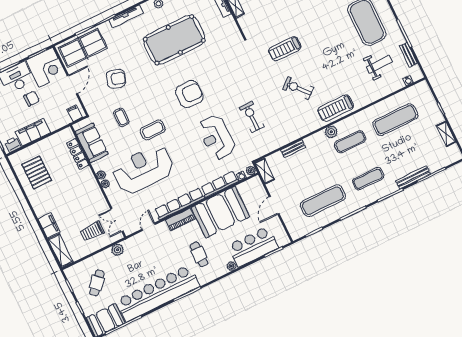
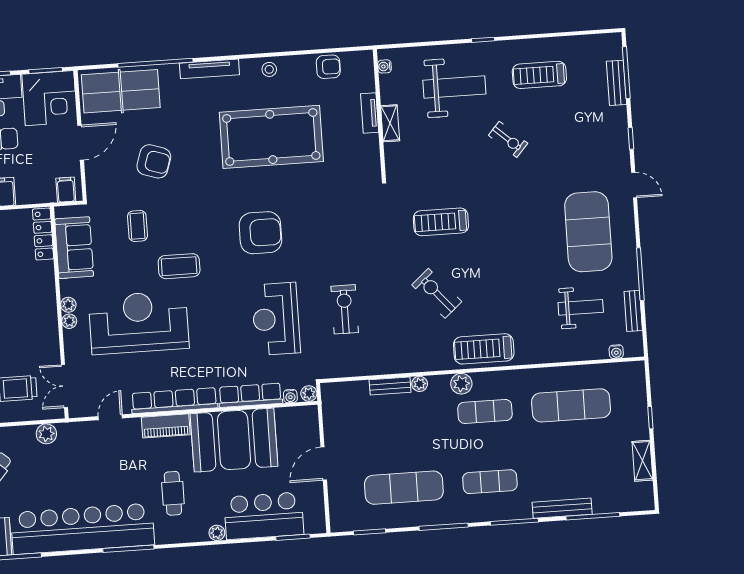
plant: (309, 141) -> (420, 384), added
locker: (78, 154) -> (43, 234), moved
shelving: (265, 171) -> (331, 403), removed

